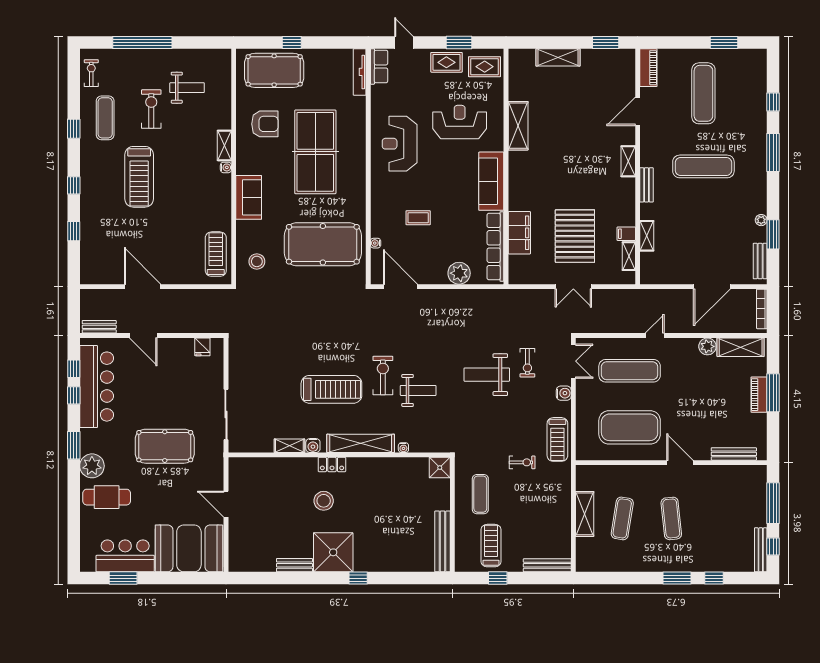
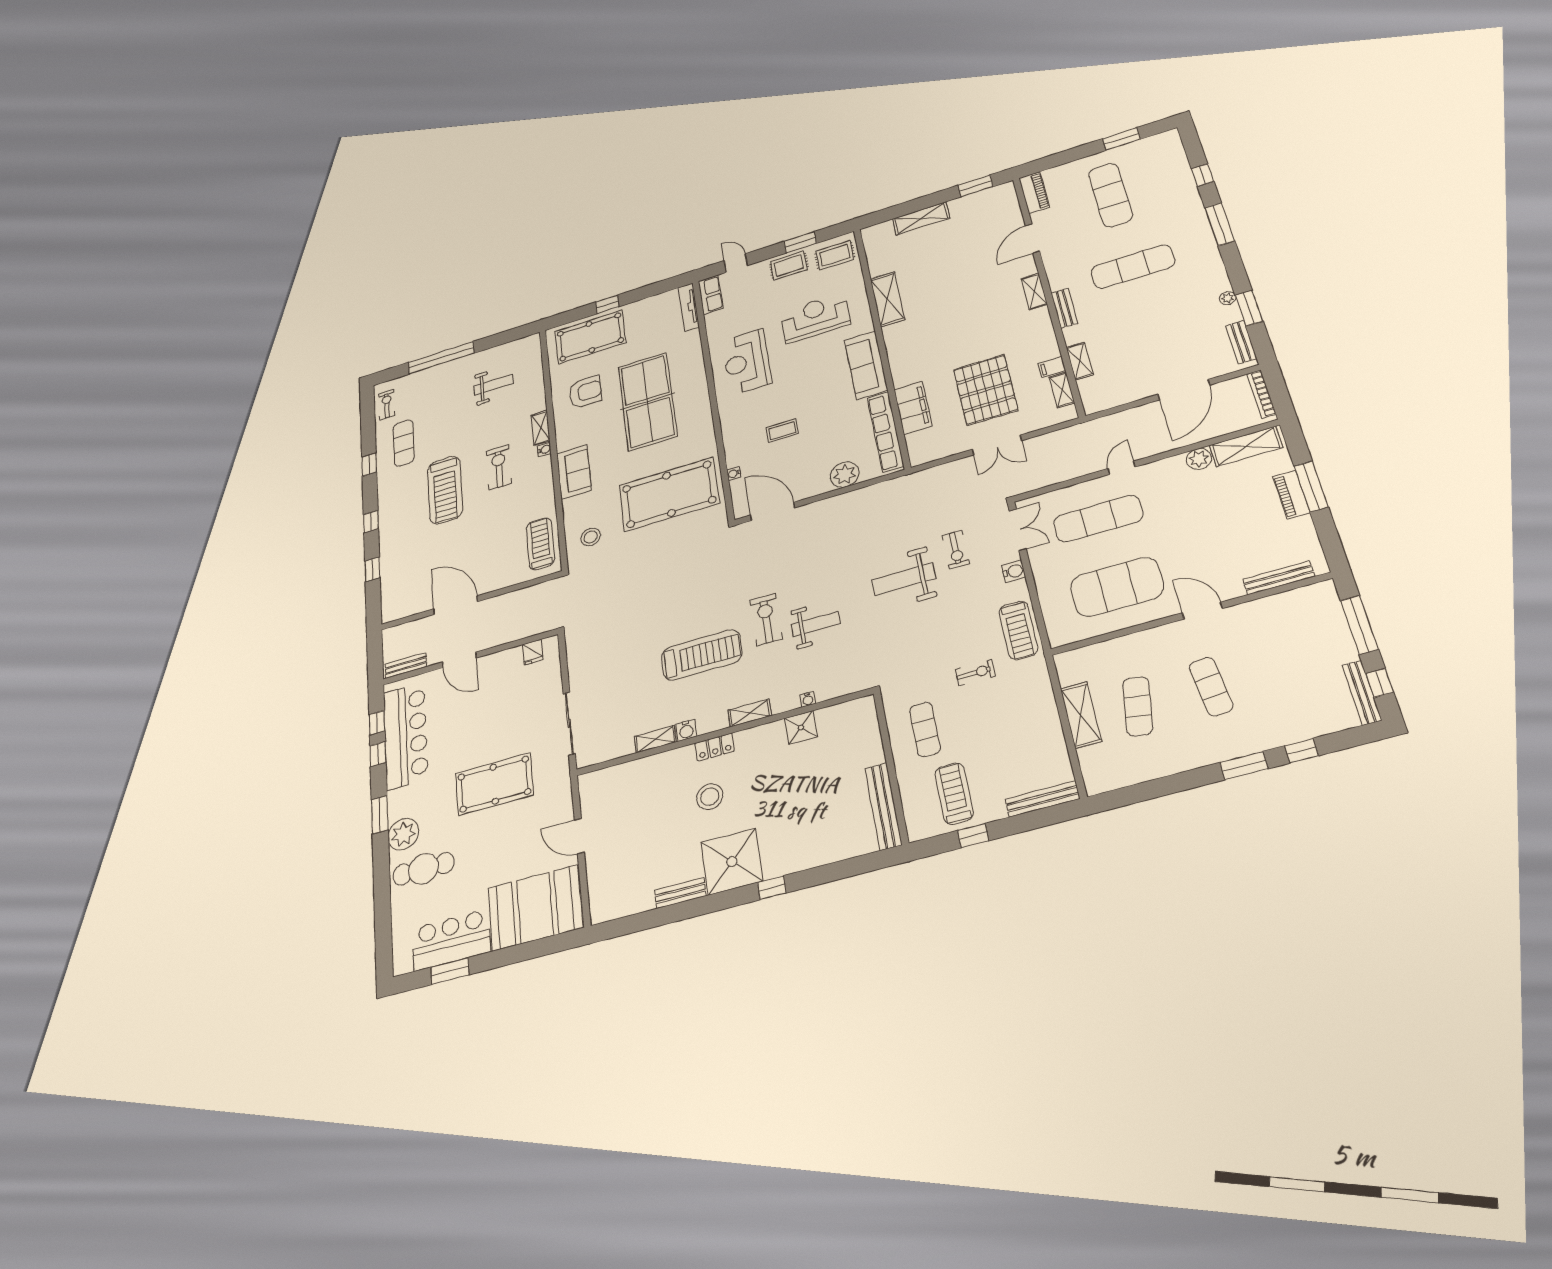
exercise bike: (151, 109) -> (499, 467), moved
shelving: (361, 443) -> (750, 713), width x0.45, depth x0.75
shower: (440, 468) -> (801, 727), moved

